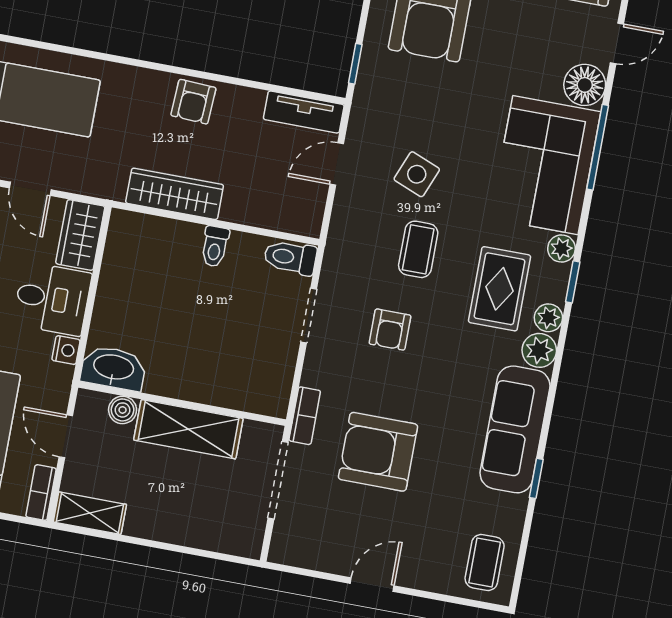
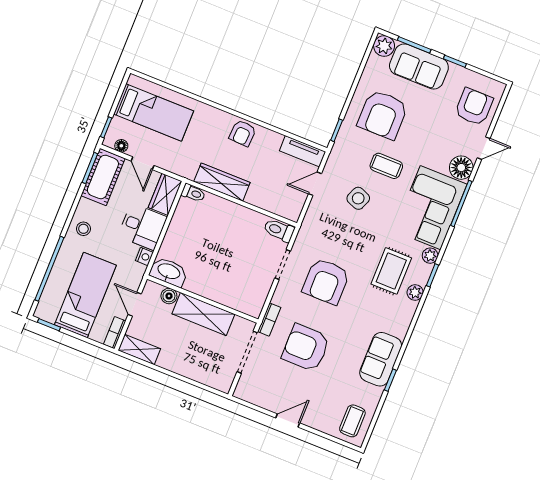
toilet: (215, 246) -> (193, 193), moved, turned -90
coffee table: (418, 249) -> (386, 166), moved, turned 90
armchair: (390, 330) -> (326, 281), width x1.88, depth x1.88
plant: (539, 350) -> (406, 310), removed
sofa: (515, 429) -> (381, 359), width x0.73

